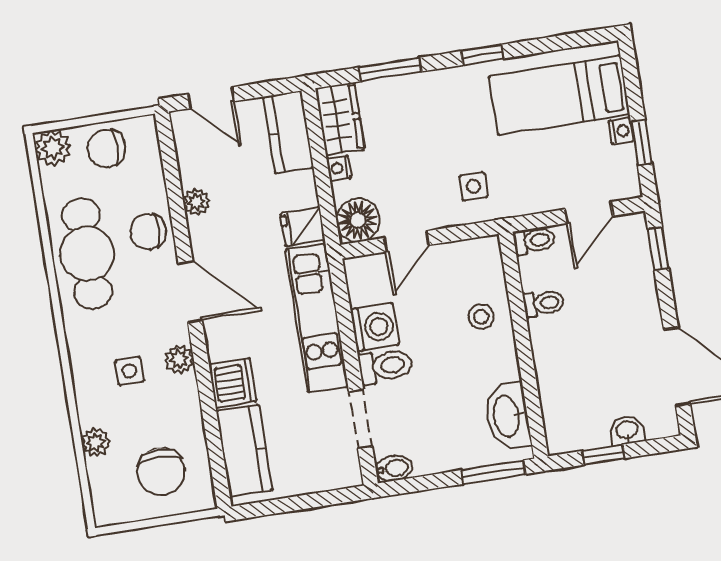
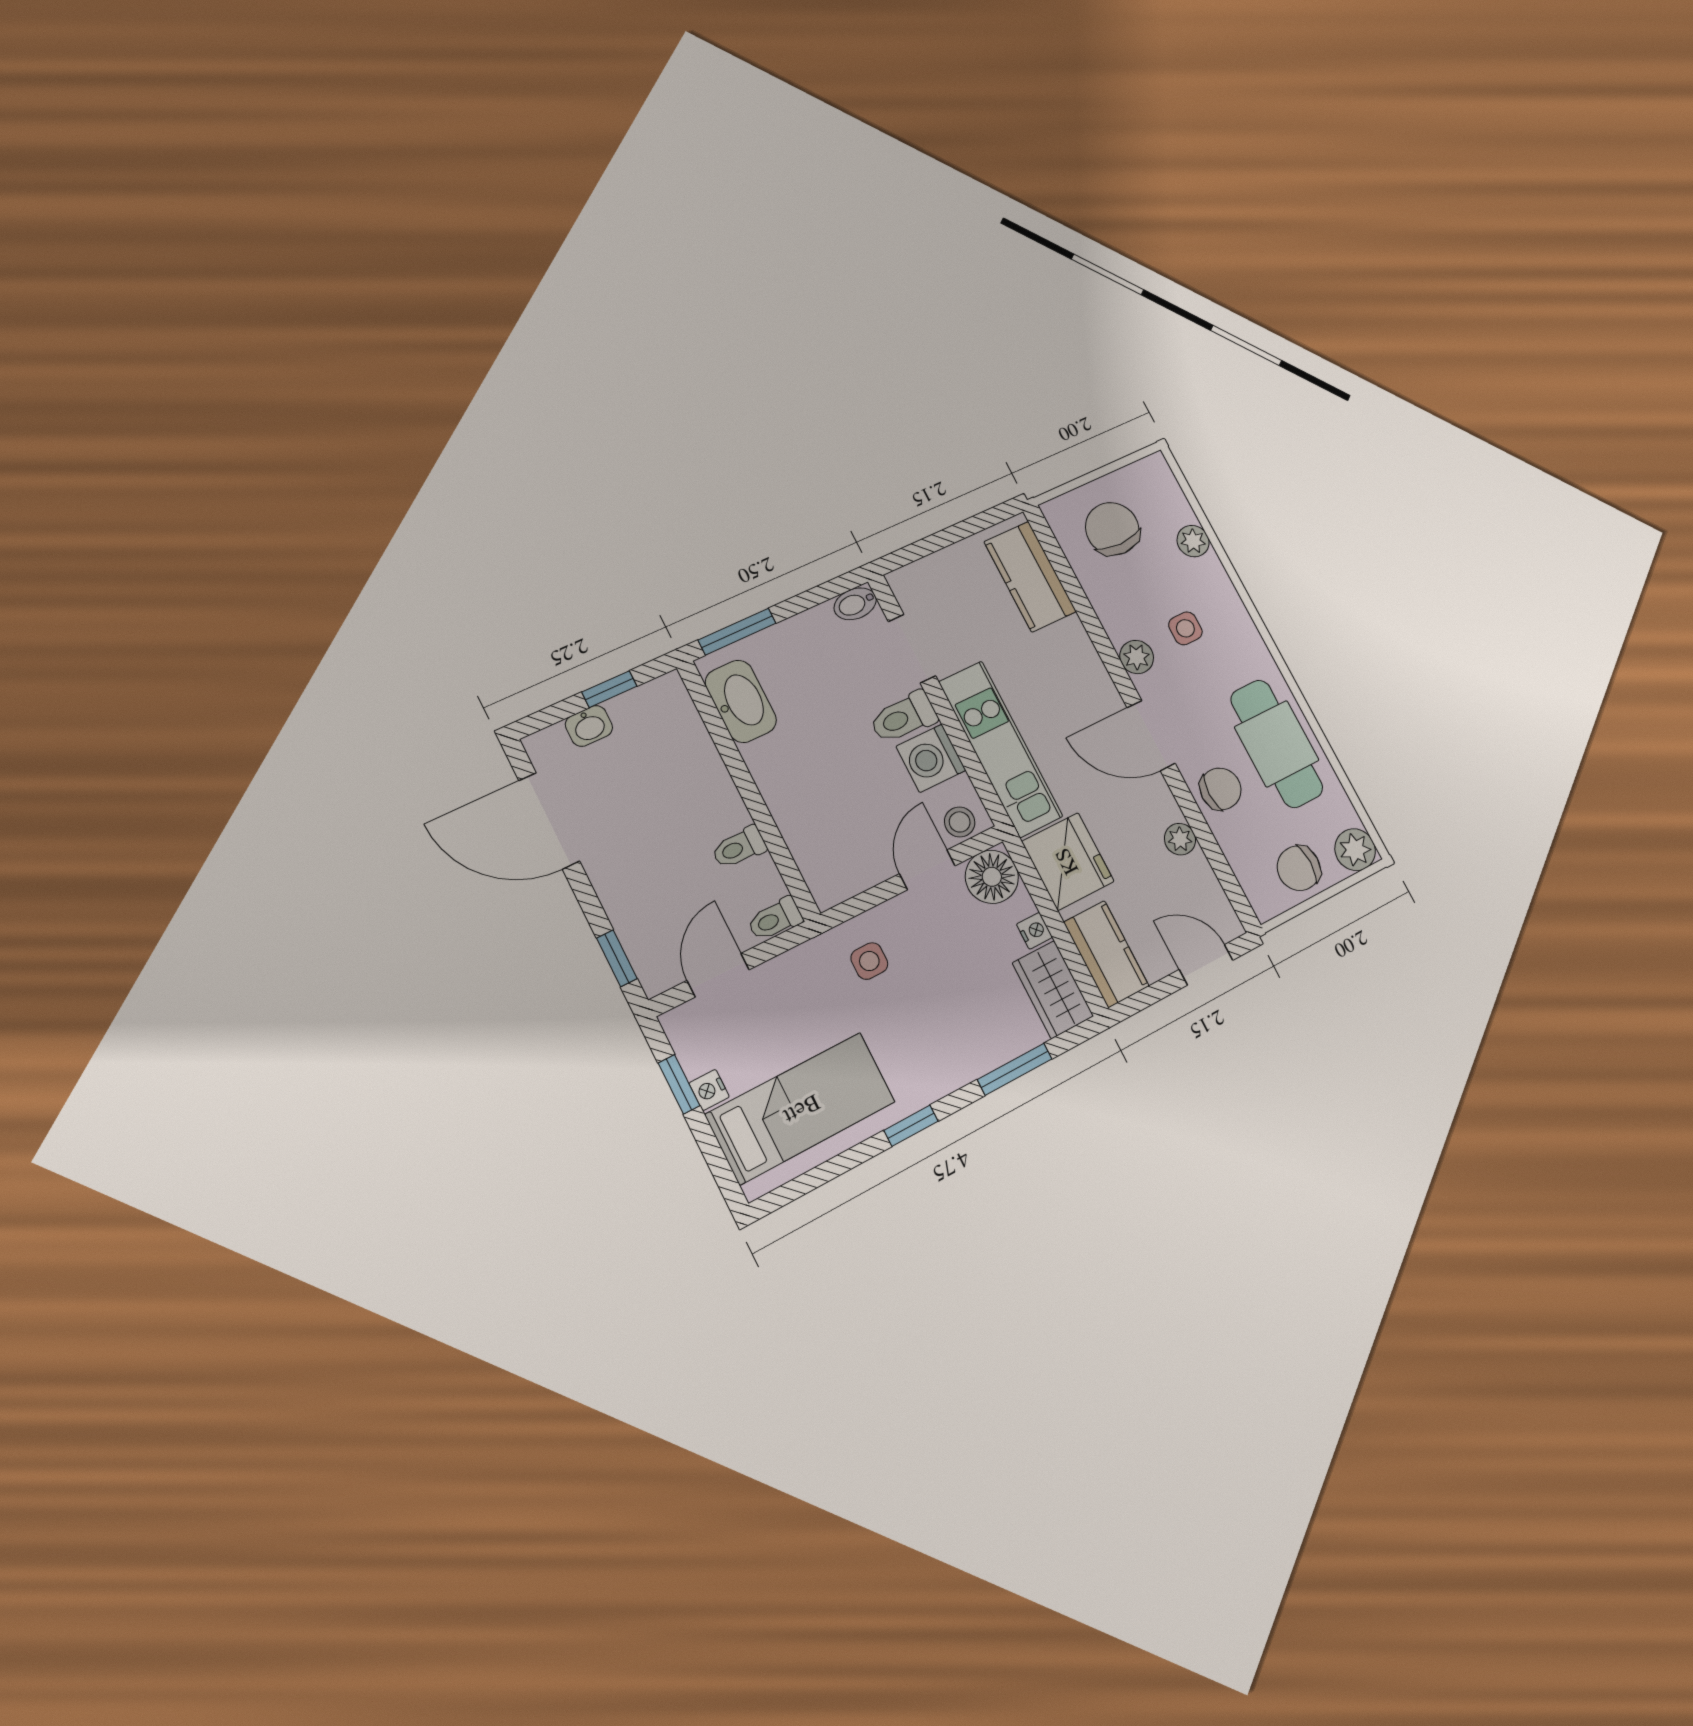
chair: (106, 148) -> (1299, 868), turned 180
fridge: (303, 227) -> (1068, 861), width x1.88, depth x1.34
stool: (481, 317) -> (960, 822), moved
dishwasher: (233, 383) -> (1069, 648), removed

